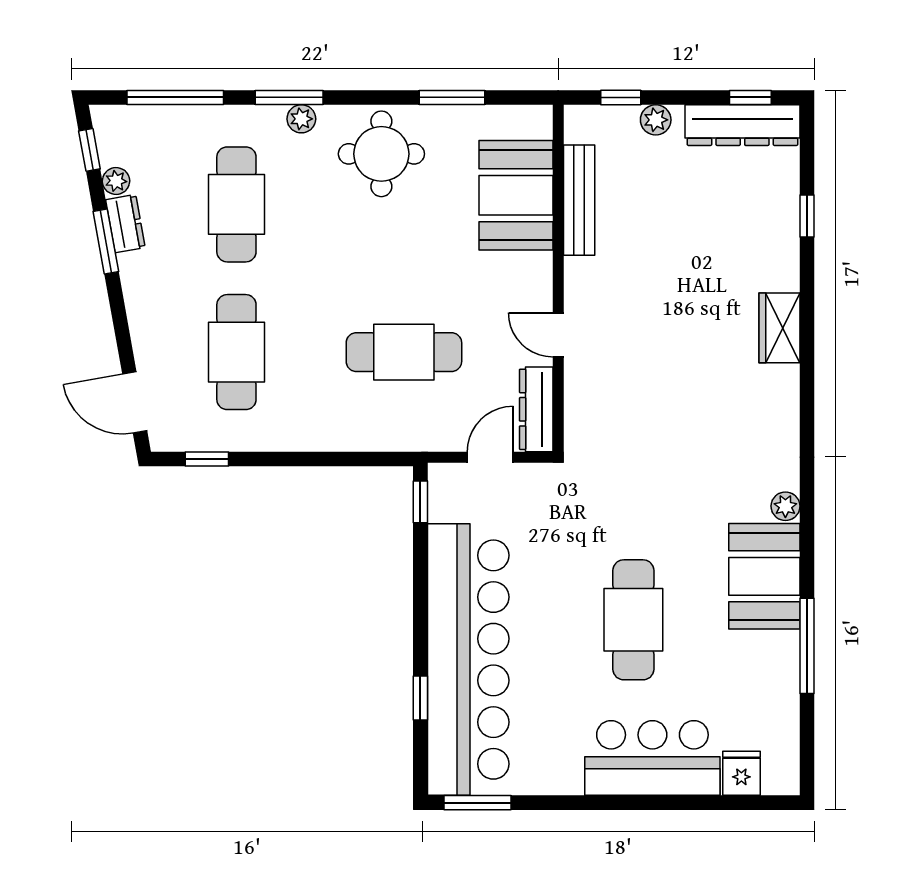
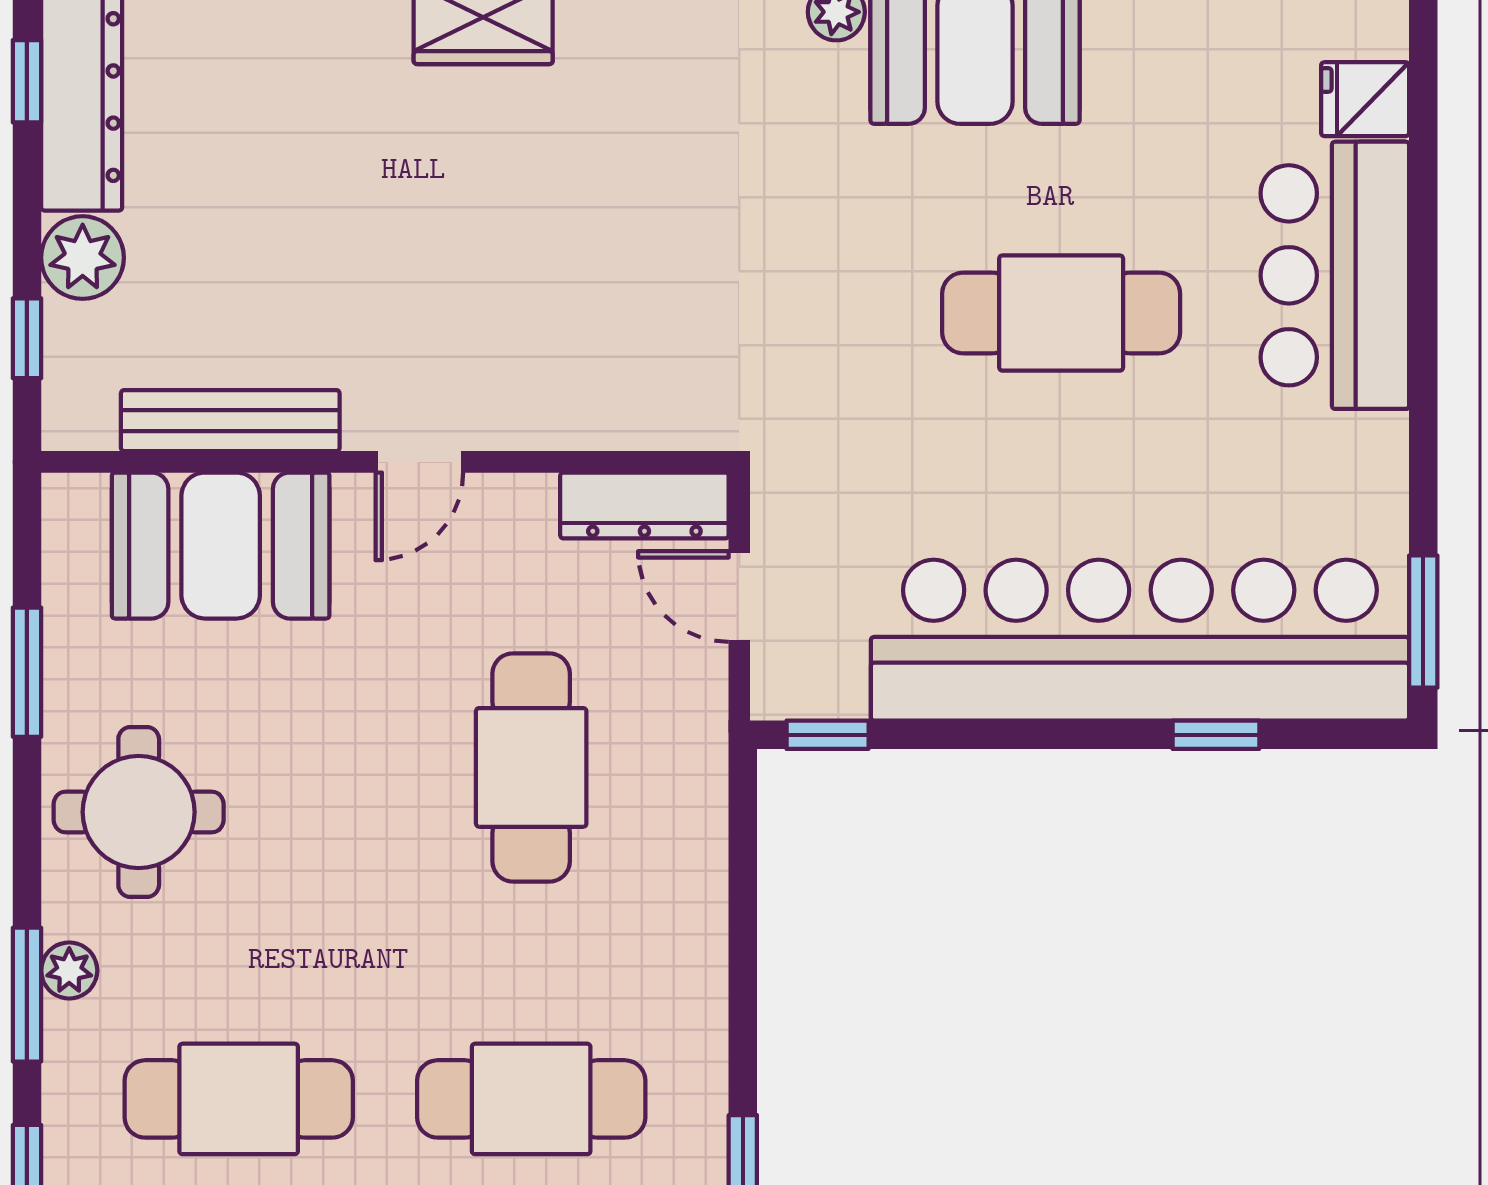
plant: (656, 120) -> (83, 258), width x1.38, depth x1.38
door: (558, 335) -> (419, 462), moved

